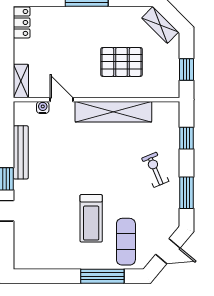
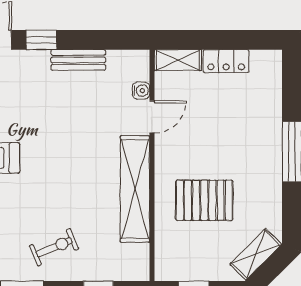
locker: (22, 22) -> (226, 61), moved
pallet: (122, 62) -> (204, 200), turned 90
bench: (21, 152) -> (78, 60), width x0.73

